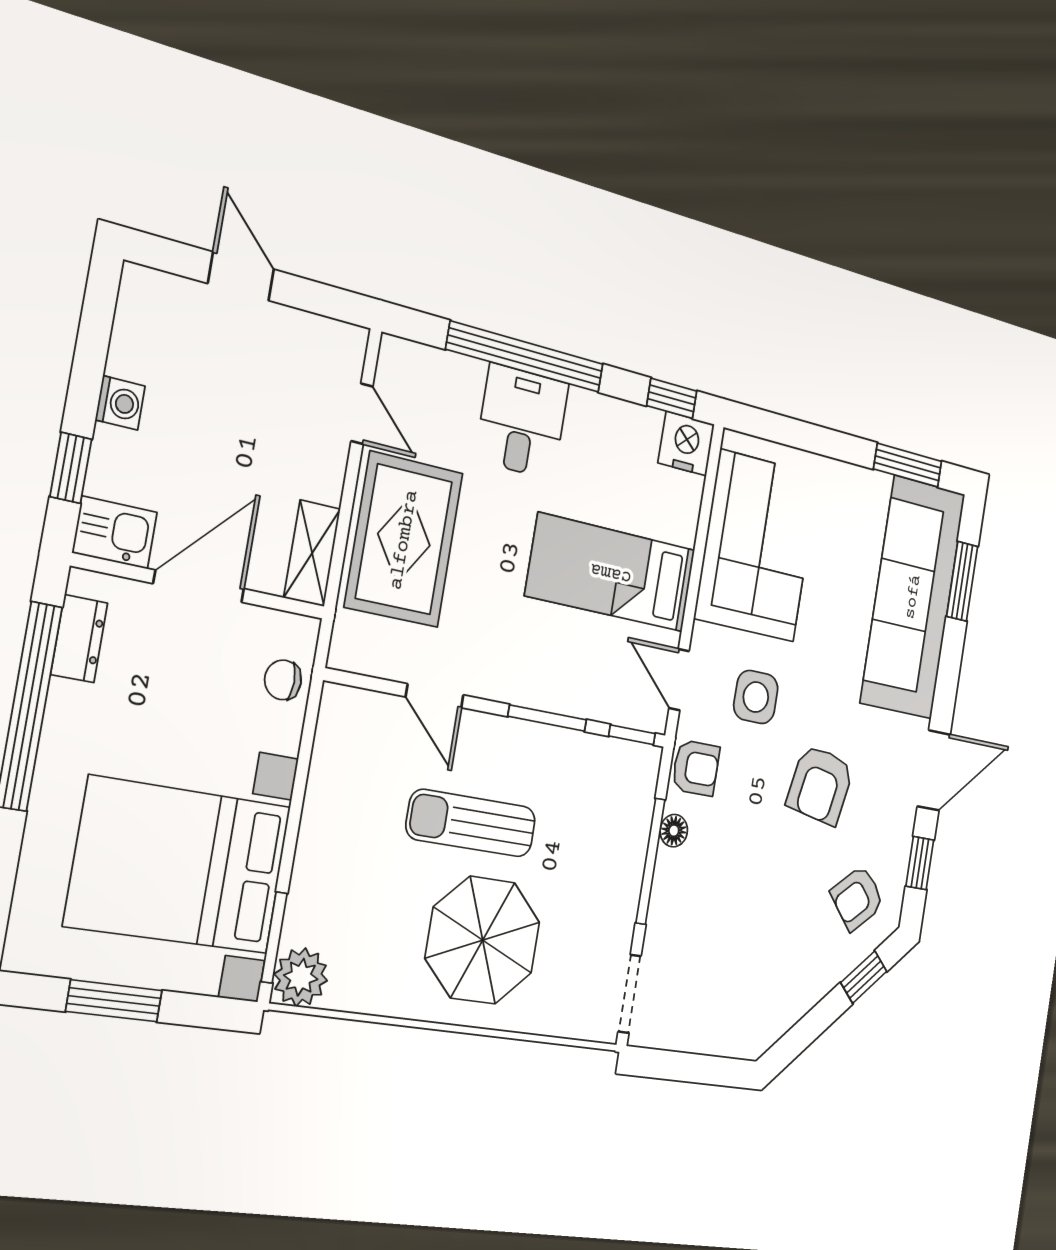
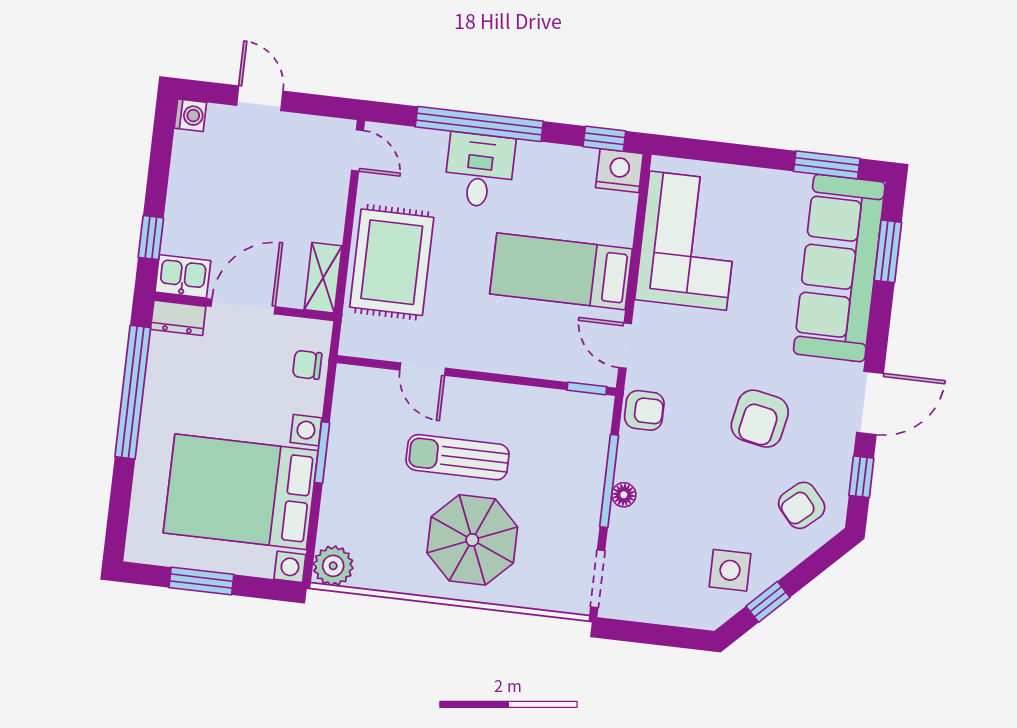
washing machine: (120, 403) -> (190, 115), moved
door: (362, 414) -> (357, 151), moved
dresser: (79, 639) -> (178, 318), moved, turned 90
side table: (756, 697) -> (730, 570), moved
window: (547, 718) -> (514, 380), removed
floor lamp: (674, 831) -> (624, 495), moved
window: (274, 938) -> (322, 452), moved
window: (864, 977) -> (768, 602), moved

